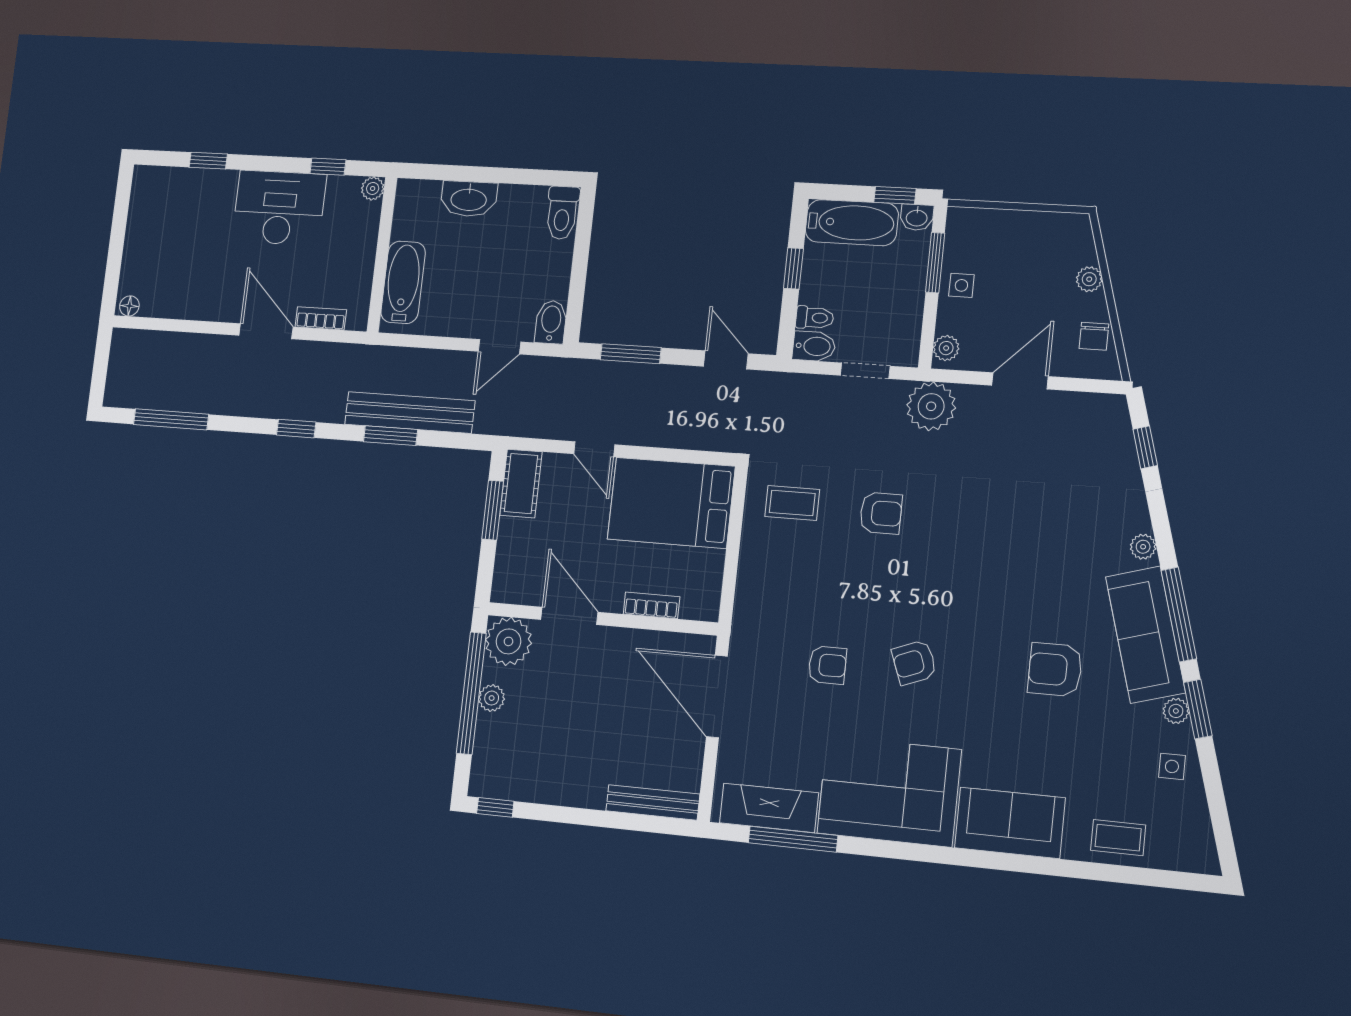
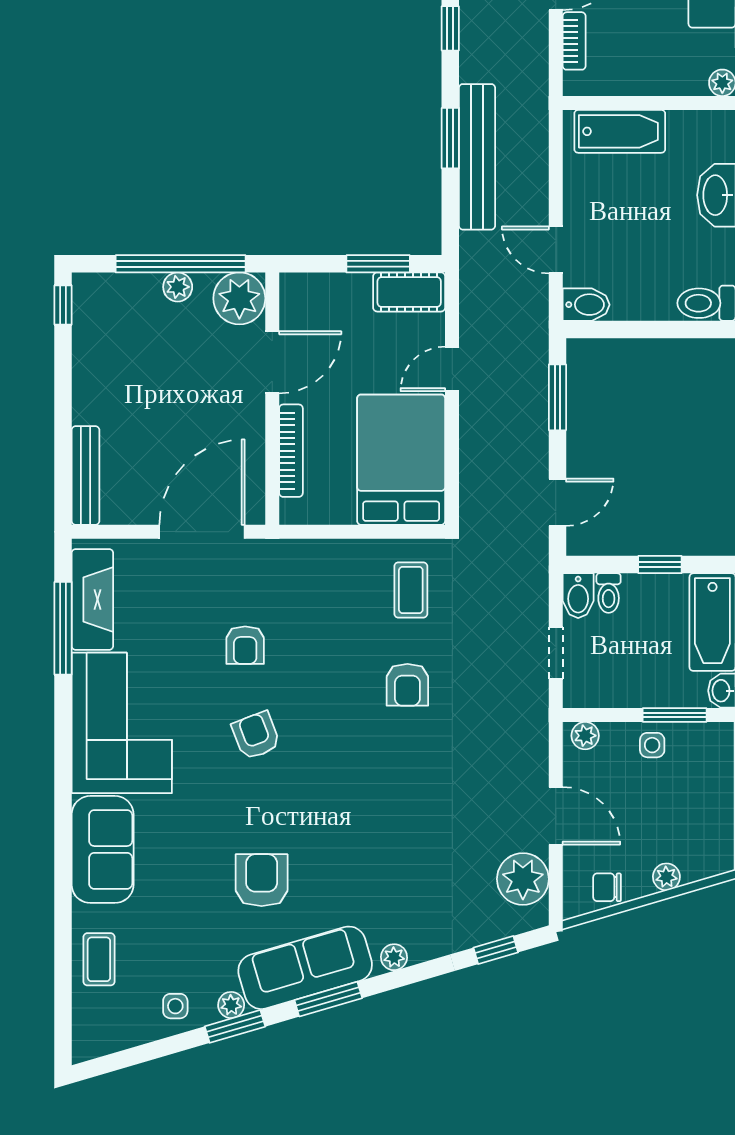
plant: (931, 406) -> (523, 879), moved
bookcase: (651, 605) -> (291, 451), width x1.56
window: (1179, 614) -> (328, 999), width x0.69

